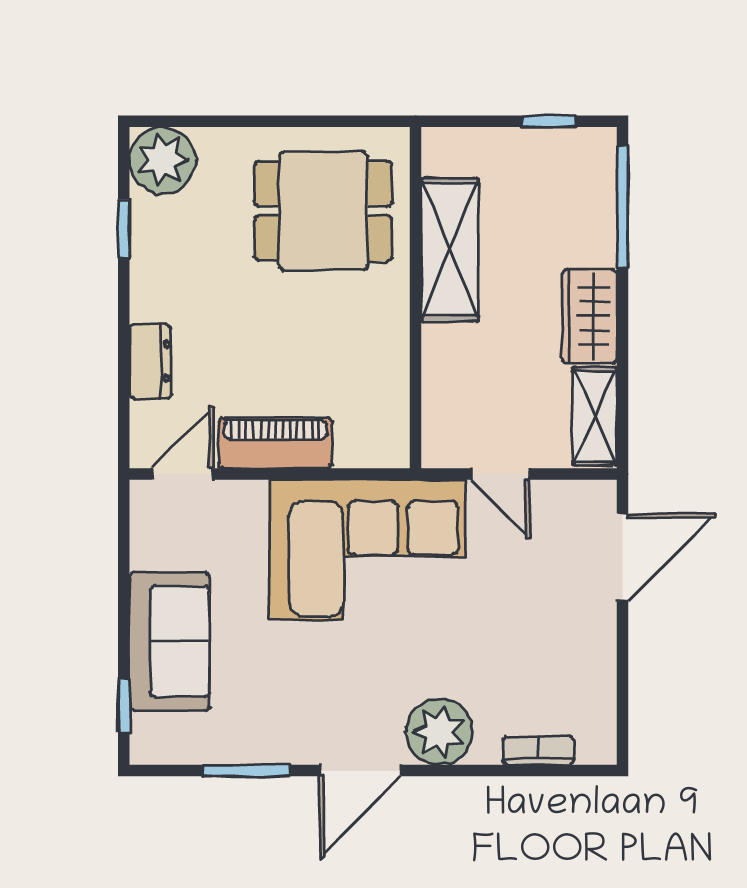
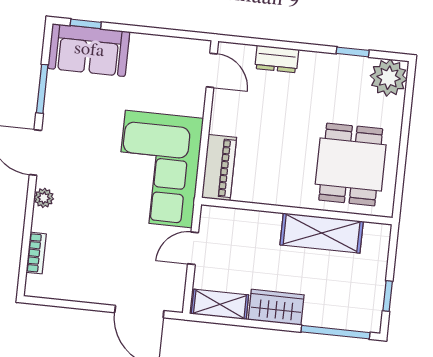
piano: (275, 443) -> (219, 168), moved
sofa: (170, 641) -> (89, 50), moved
plant: (439, 732) -> (44, 198), width x0.53, depth x0.53

